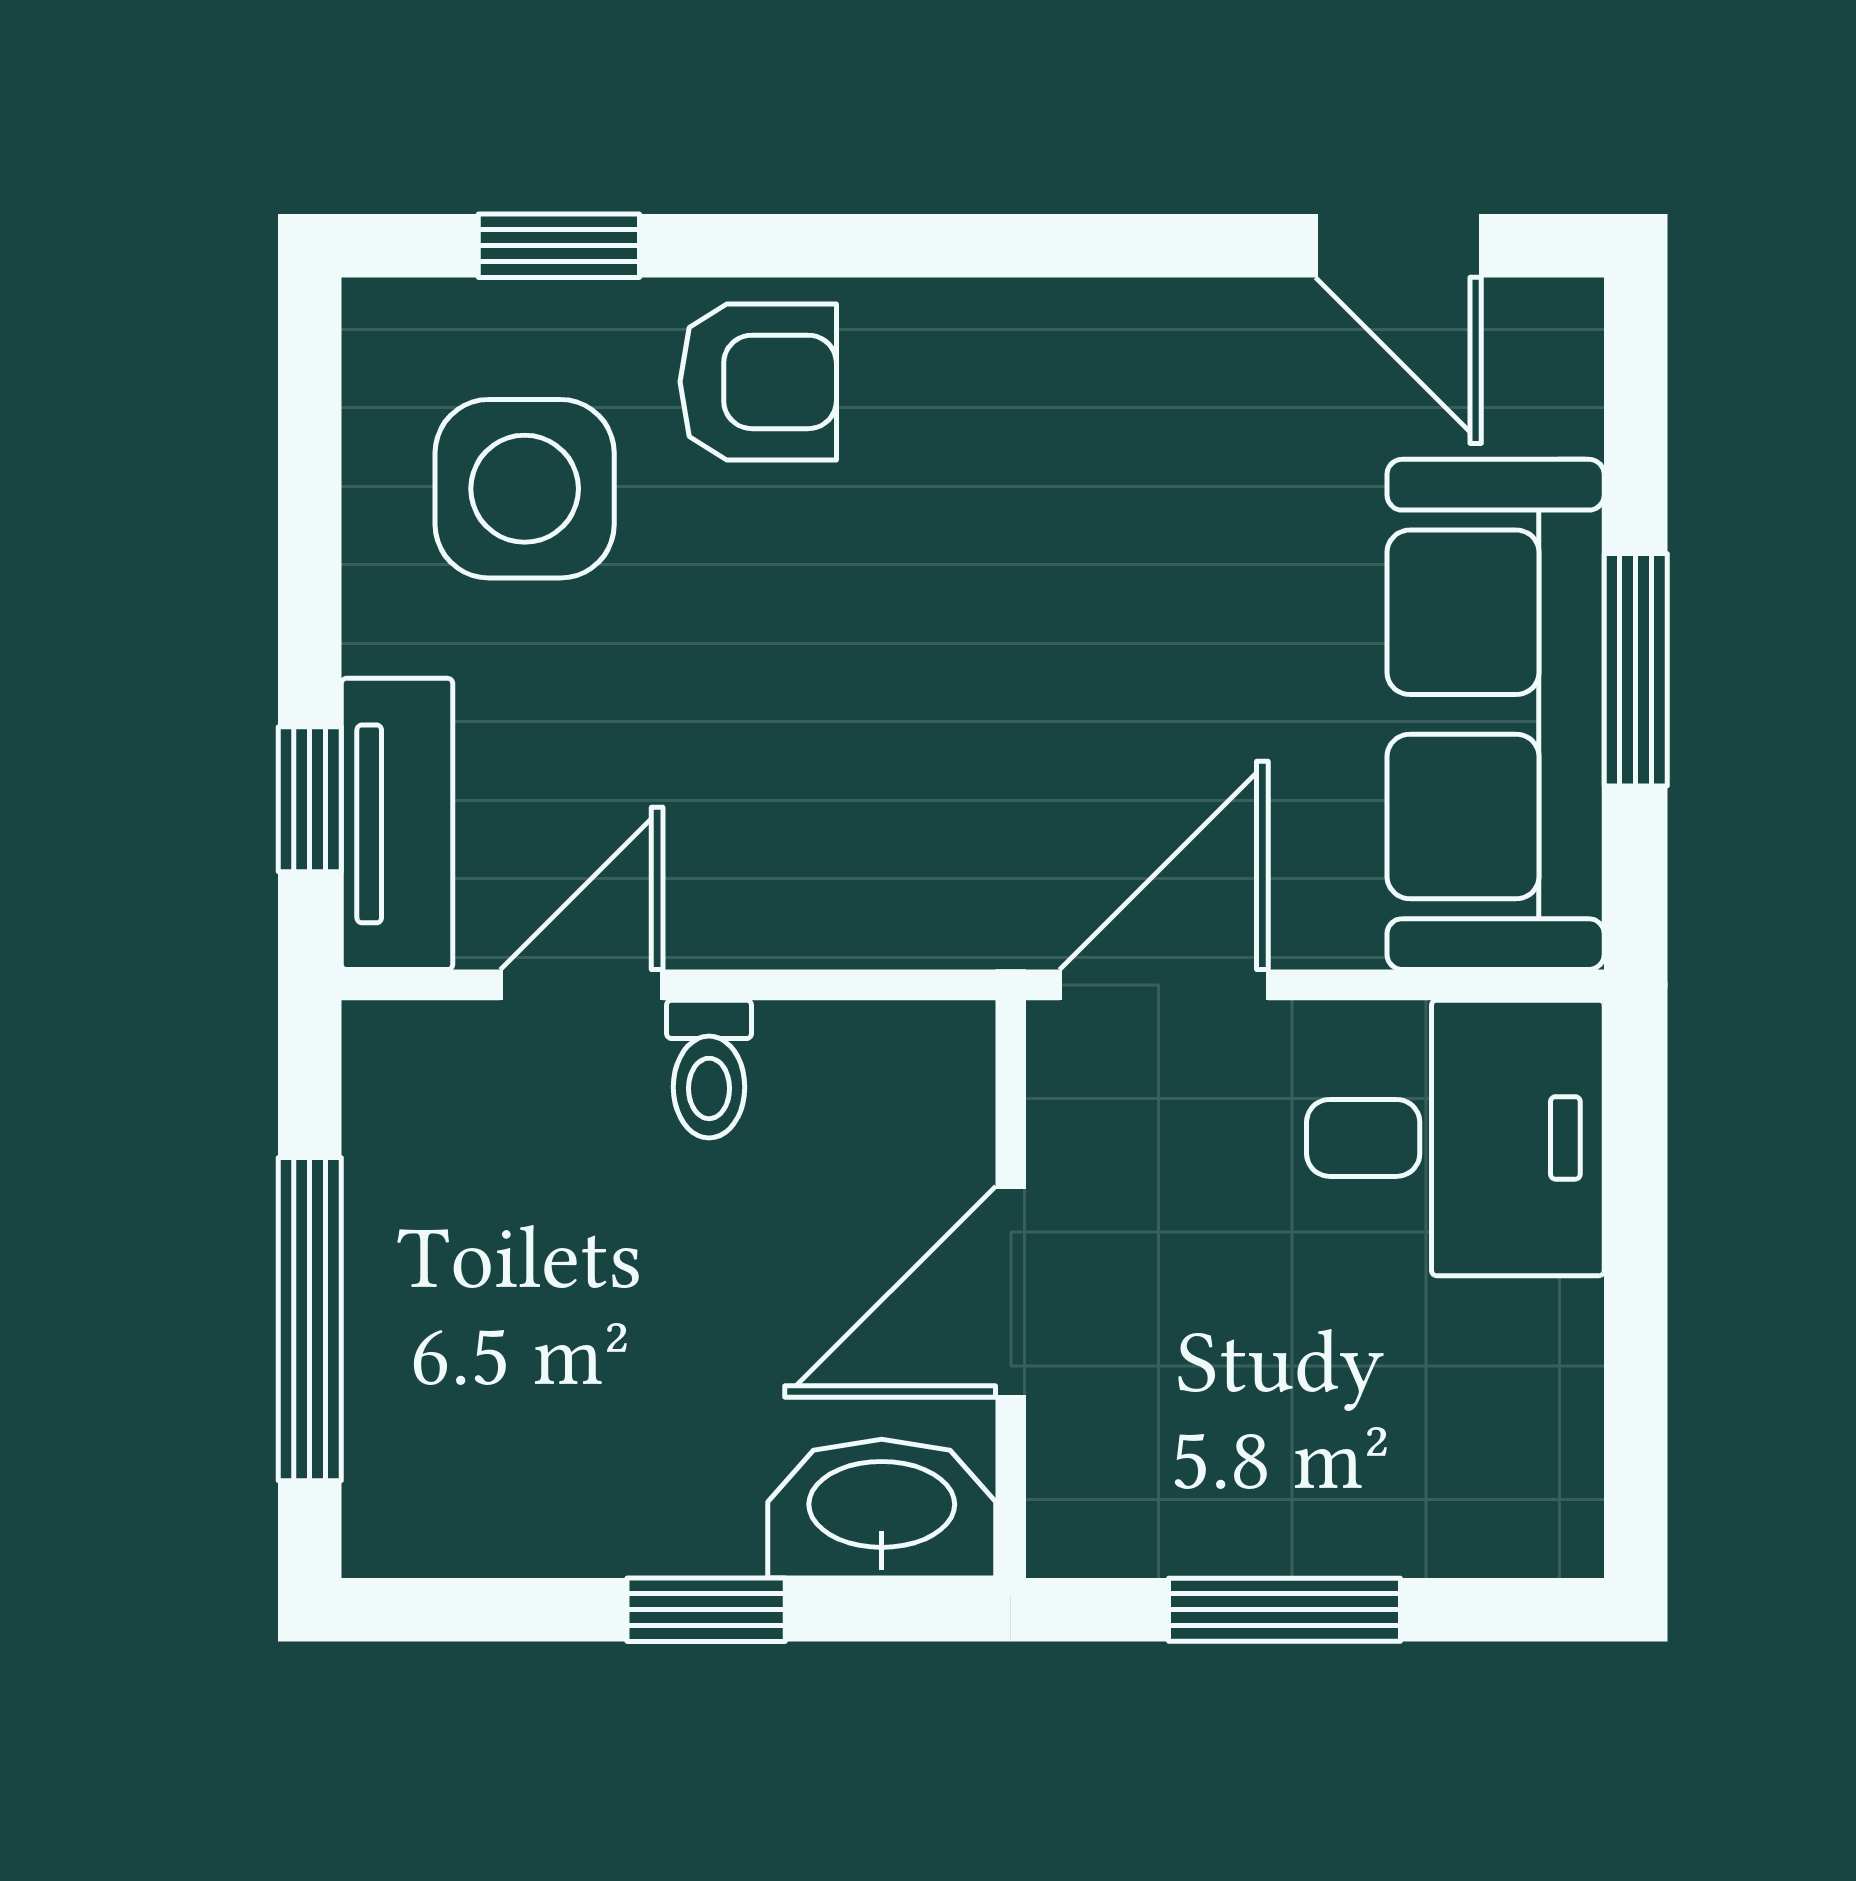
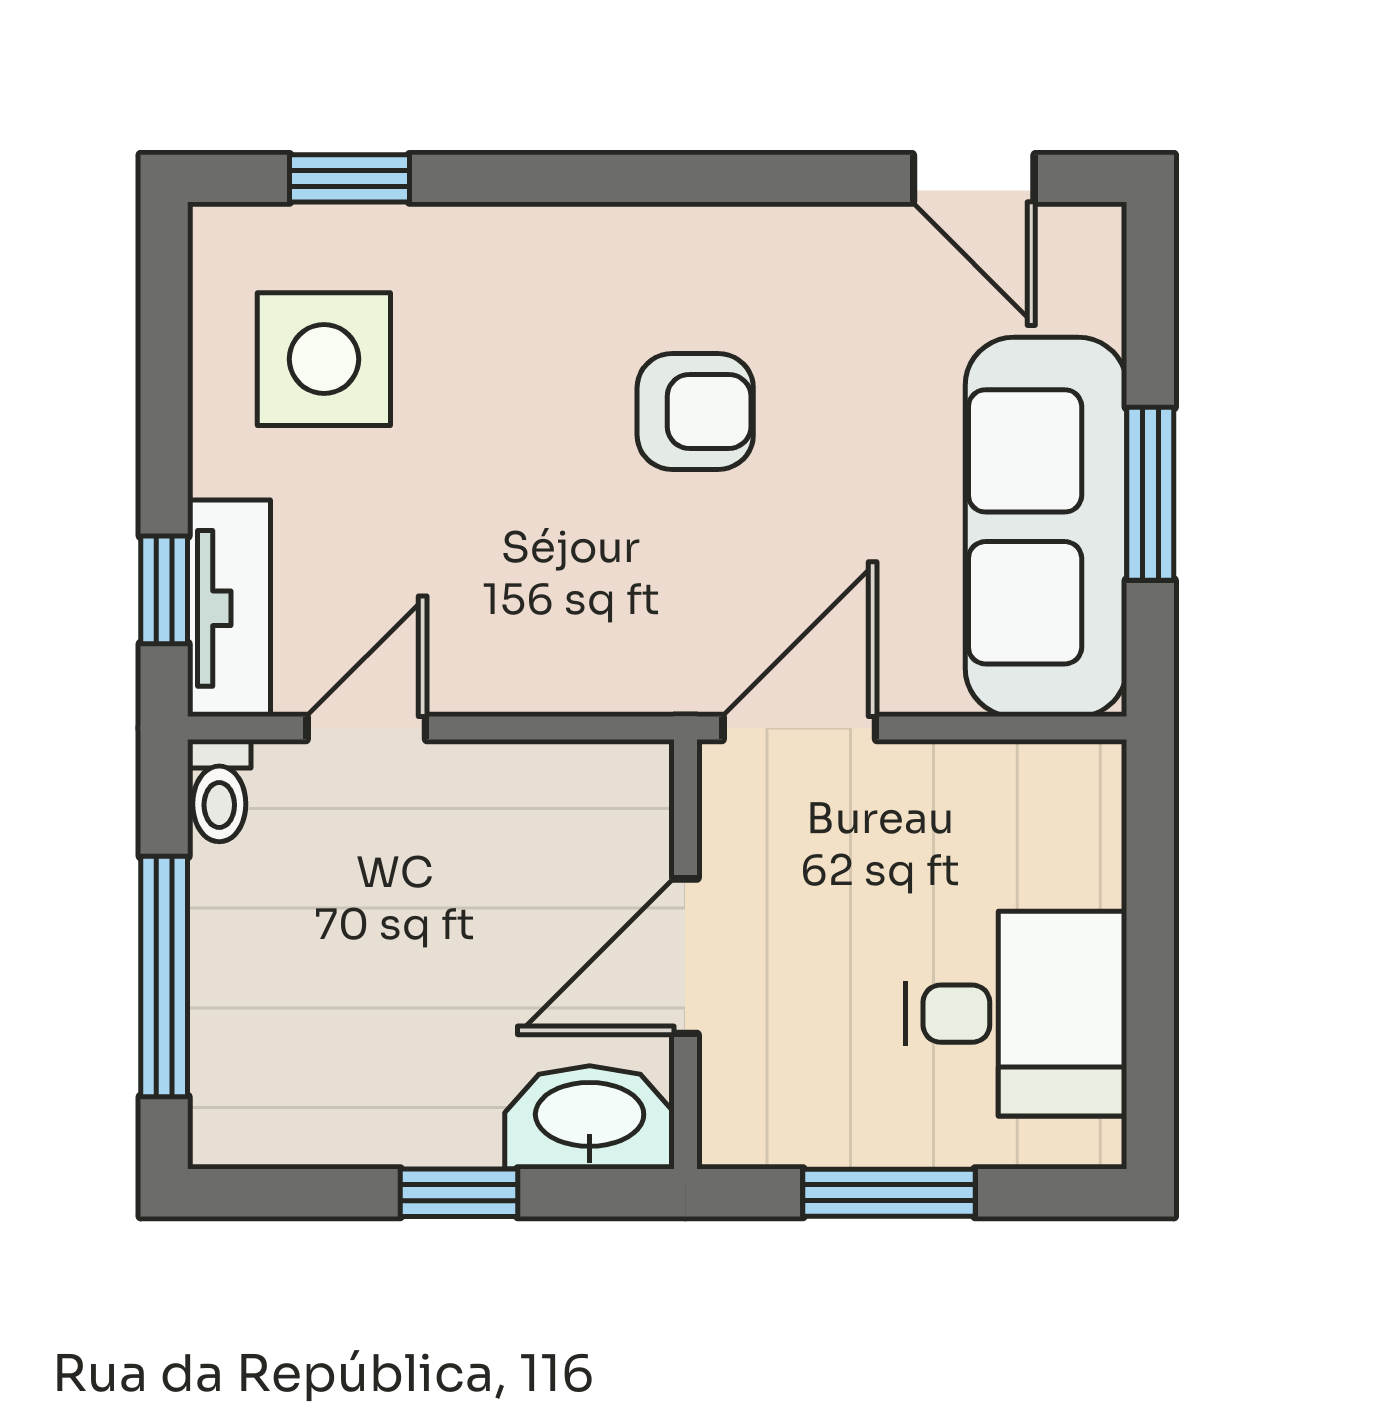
armchair: (758, 382) -> (695, 411), moved
toilet: (709, 1069) -> (219, 791), moved
desk: (1455, 1138) -> (1016, 1014), moved

